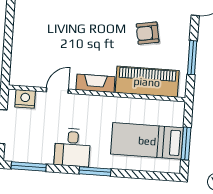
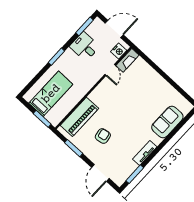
fireplace: (95, 83) -> (127, 60), moved
window: (186, 143) -> (42, 119), moved
desk: (72, 147) -> (85, 46), moved

